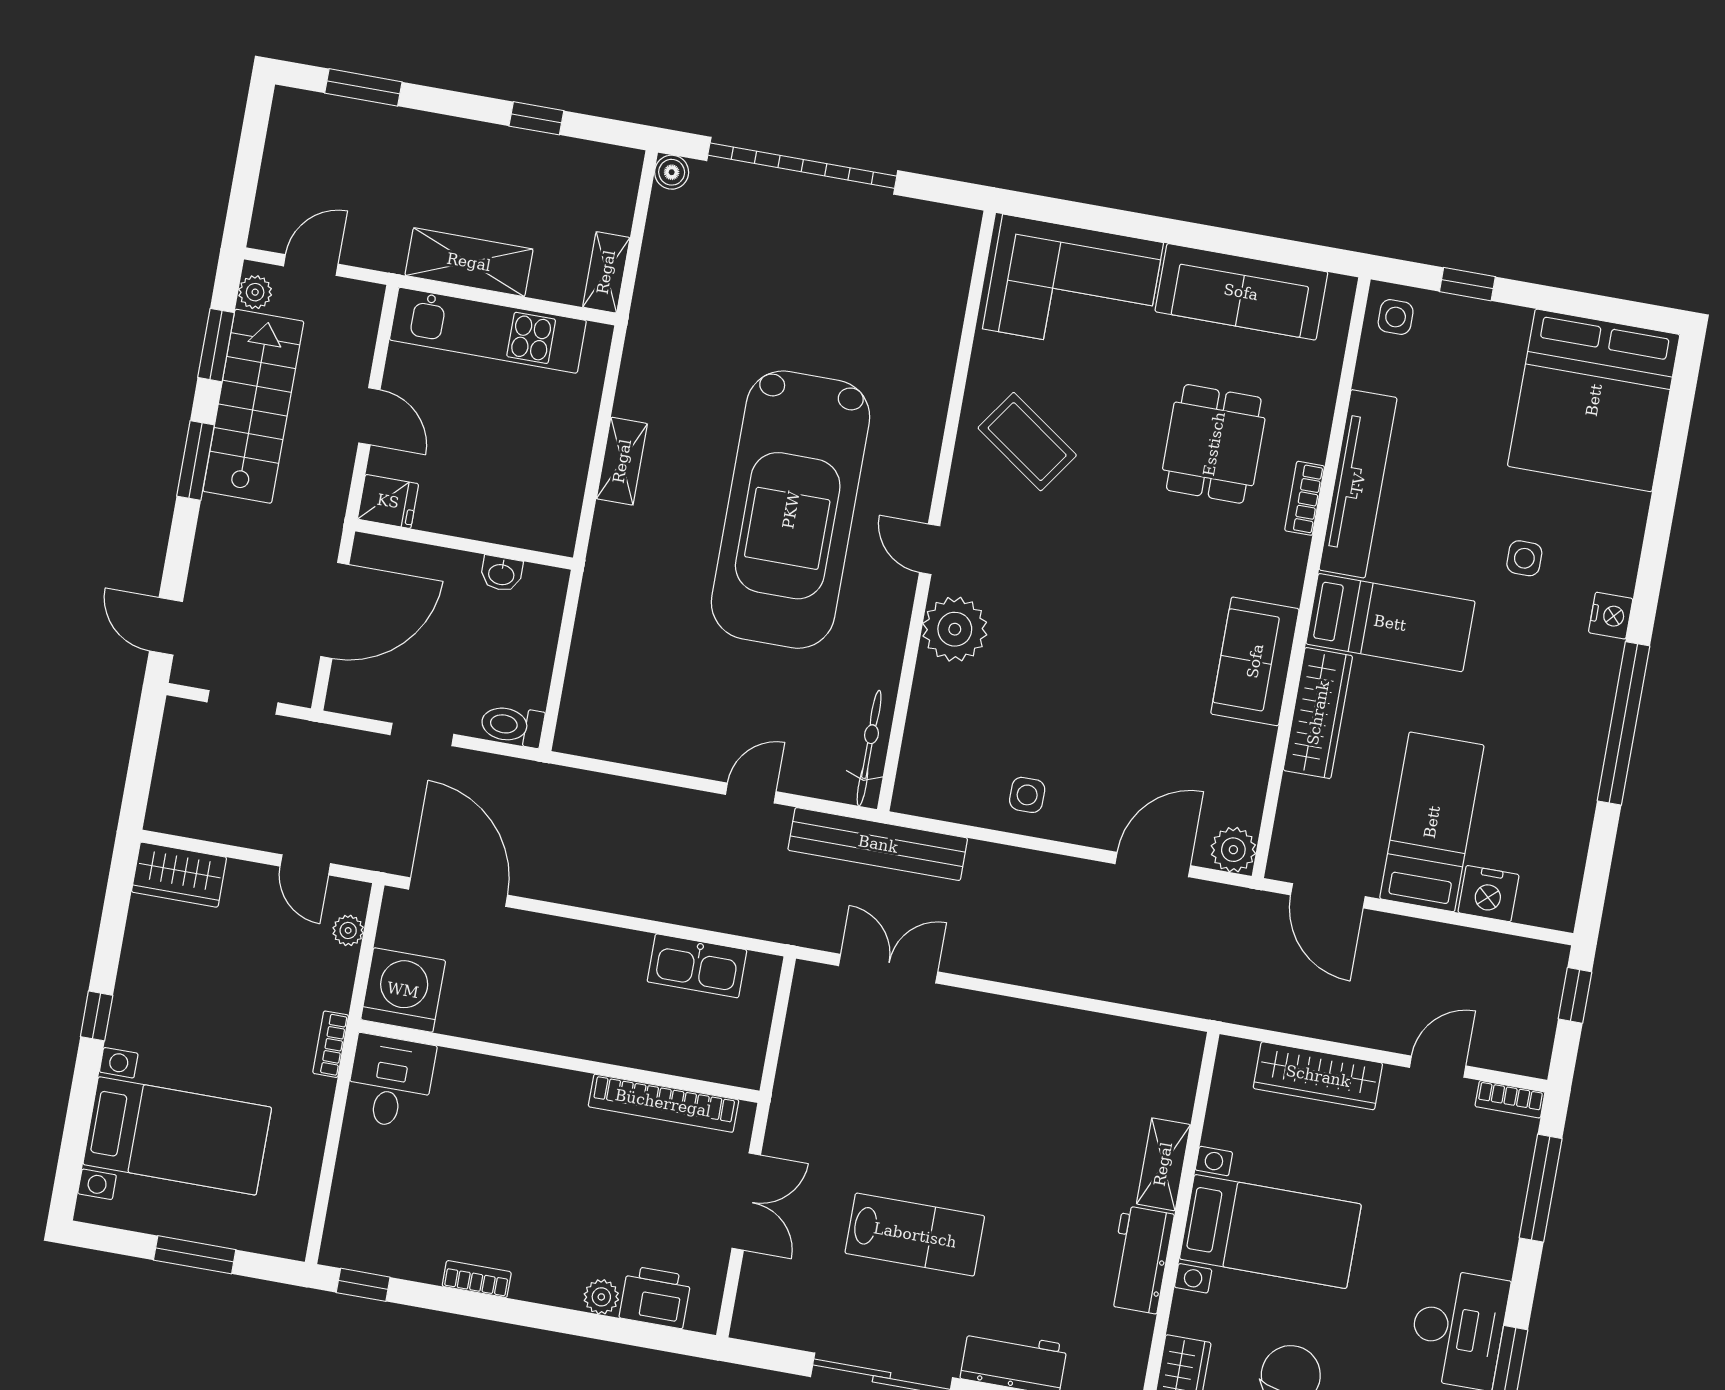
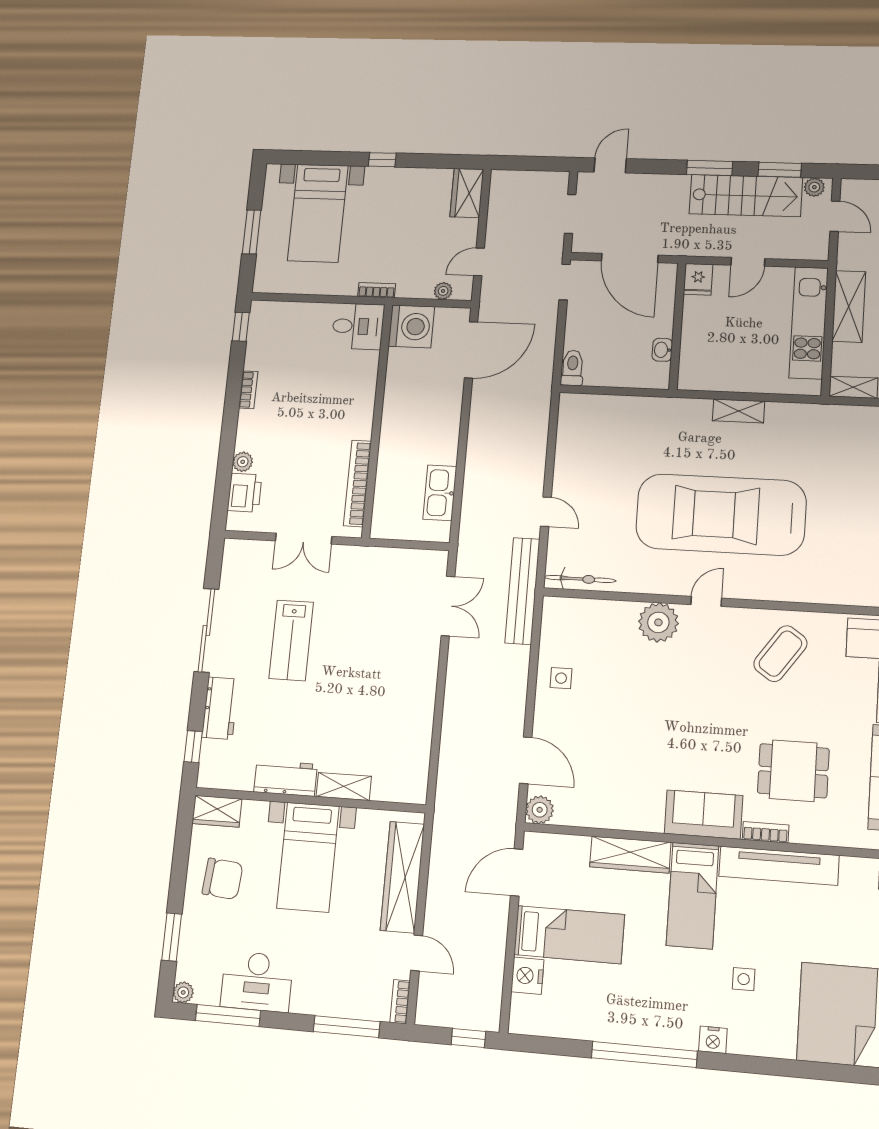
sofa: (1255, 661) -> (704, 815), moved
doorway: (422, 734) -> (565, 282), moved
wardrobe: (1318, 1076) -> (402, 877), width x1.40, depth x1.17

